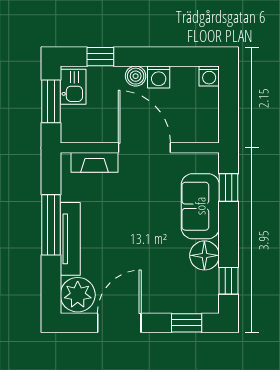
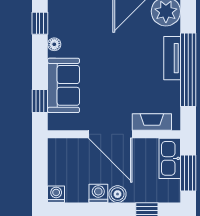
kitchen sink: (73, 87) -> (170, 158), moved, width x1.38
window: (51, 225) -> (188, 70), width x1.46
tv unit: (70, 239) -> (172, 58), width x0.71
floor lamp: (204, 255) -> (54, 44), width x0.53, depth x0.53

